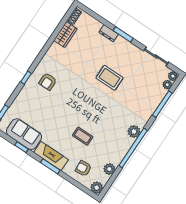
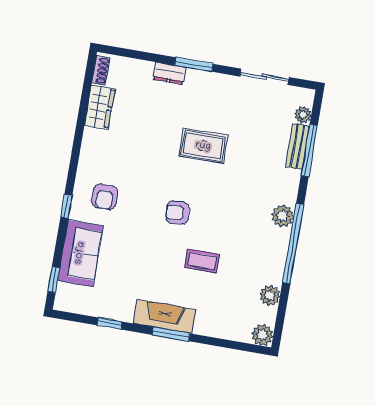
plant: (173, 76) -> (306, 97), removed
bench: (157, 99) -> (297, 146), added
sofa: (24, 134) -> (80, 253), moved, turned 90
armchair: (83, 168) -> (177, 213), moved

